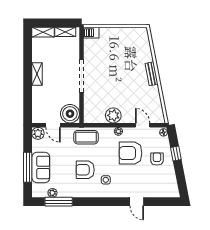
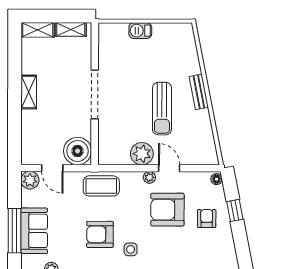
barbecue: (91, 33) -> (140, 31), moved
sun lounger: (127, 85) -> (162, 109), added
door: (143, 125) -> (169, 168), moved

